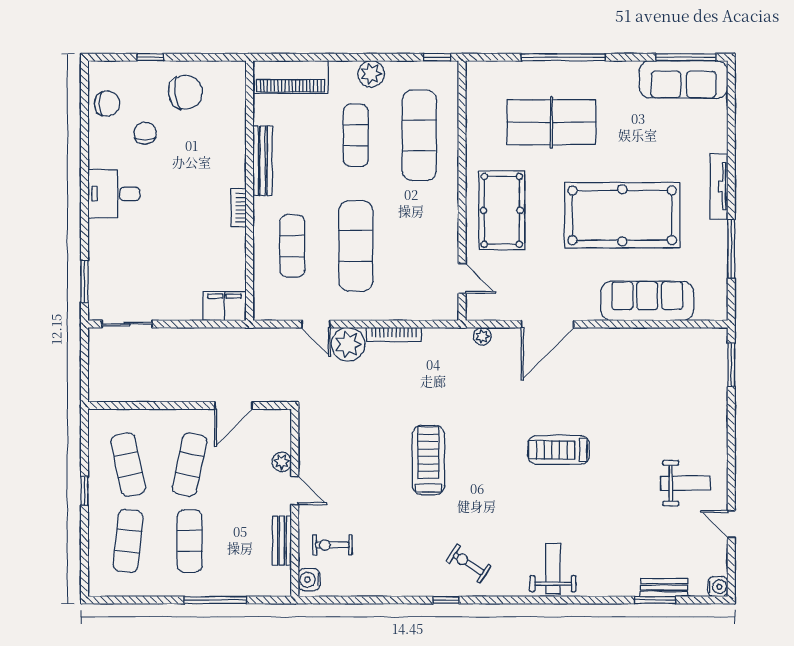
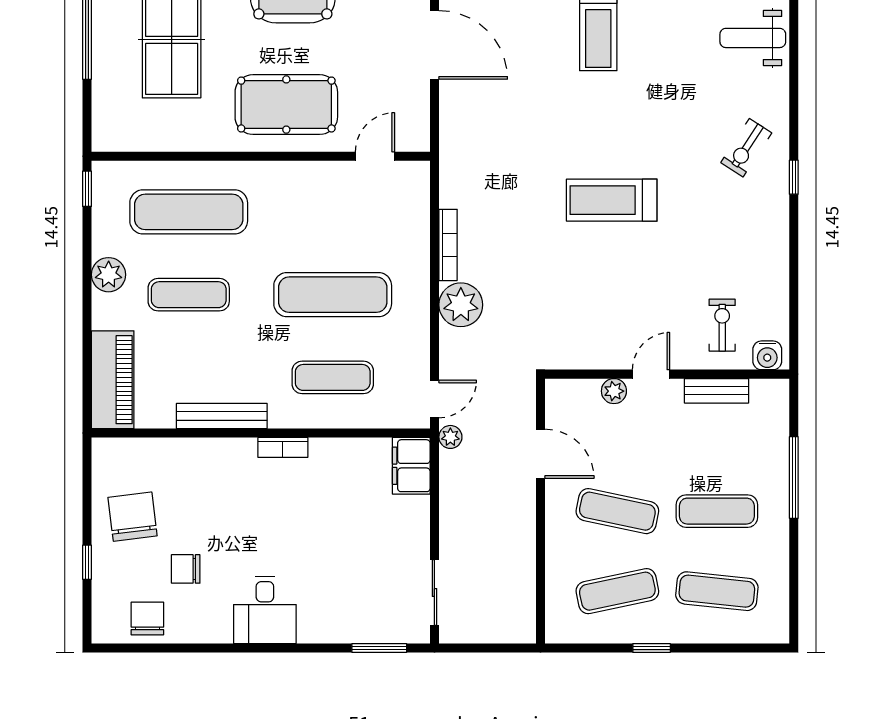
door: (316, 324) -> (434, 399), moved
plant: (482, 336) -> (450, 437), moved
exercise bike: (332, 545) -> (722, 325), turned 180

